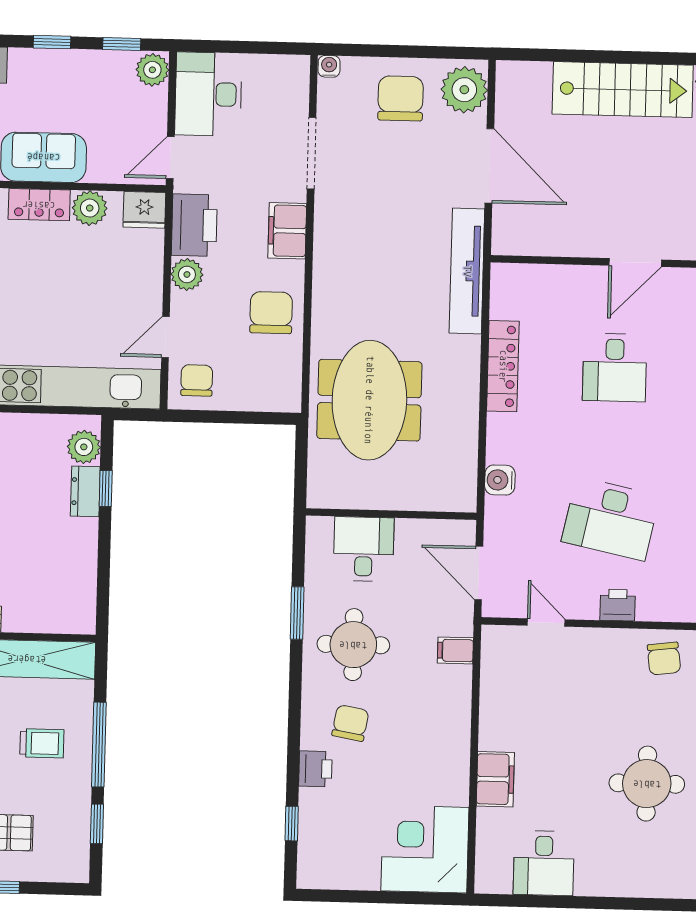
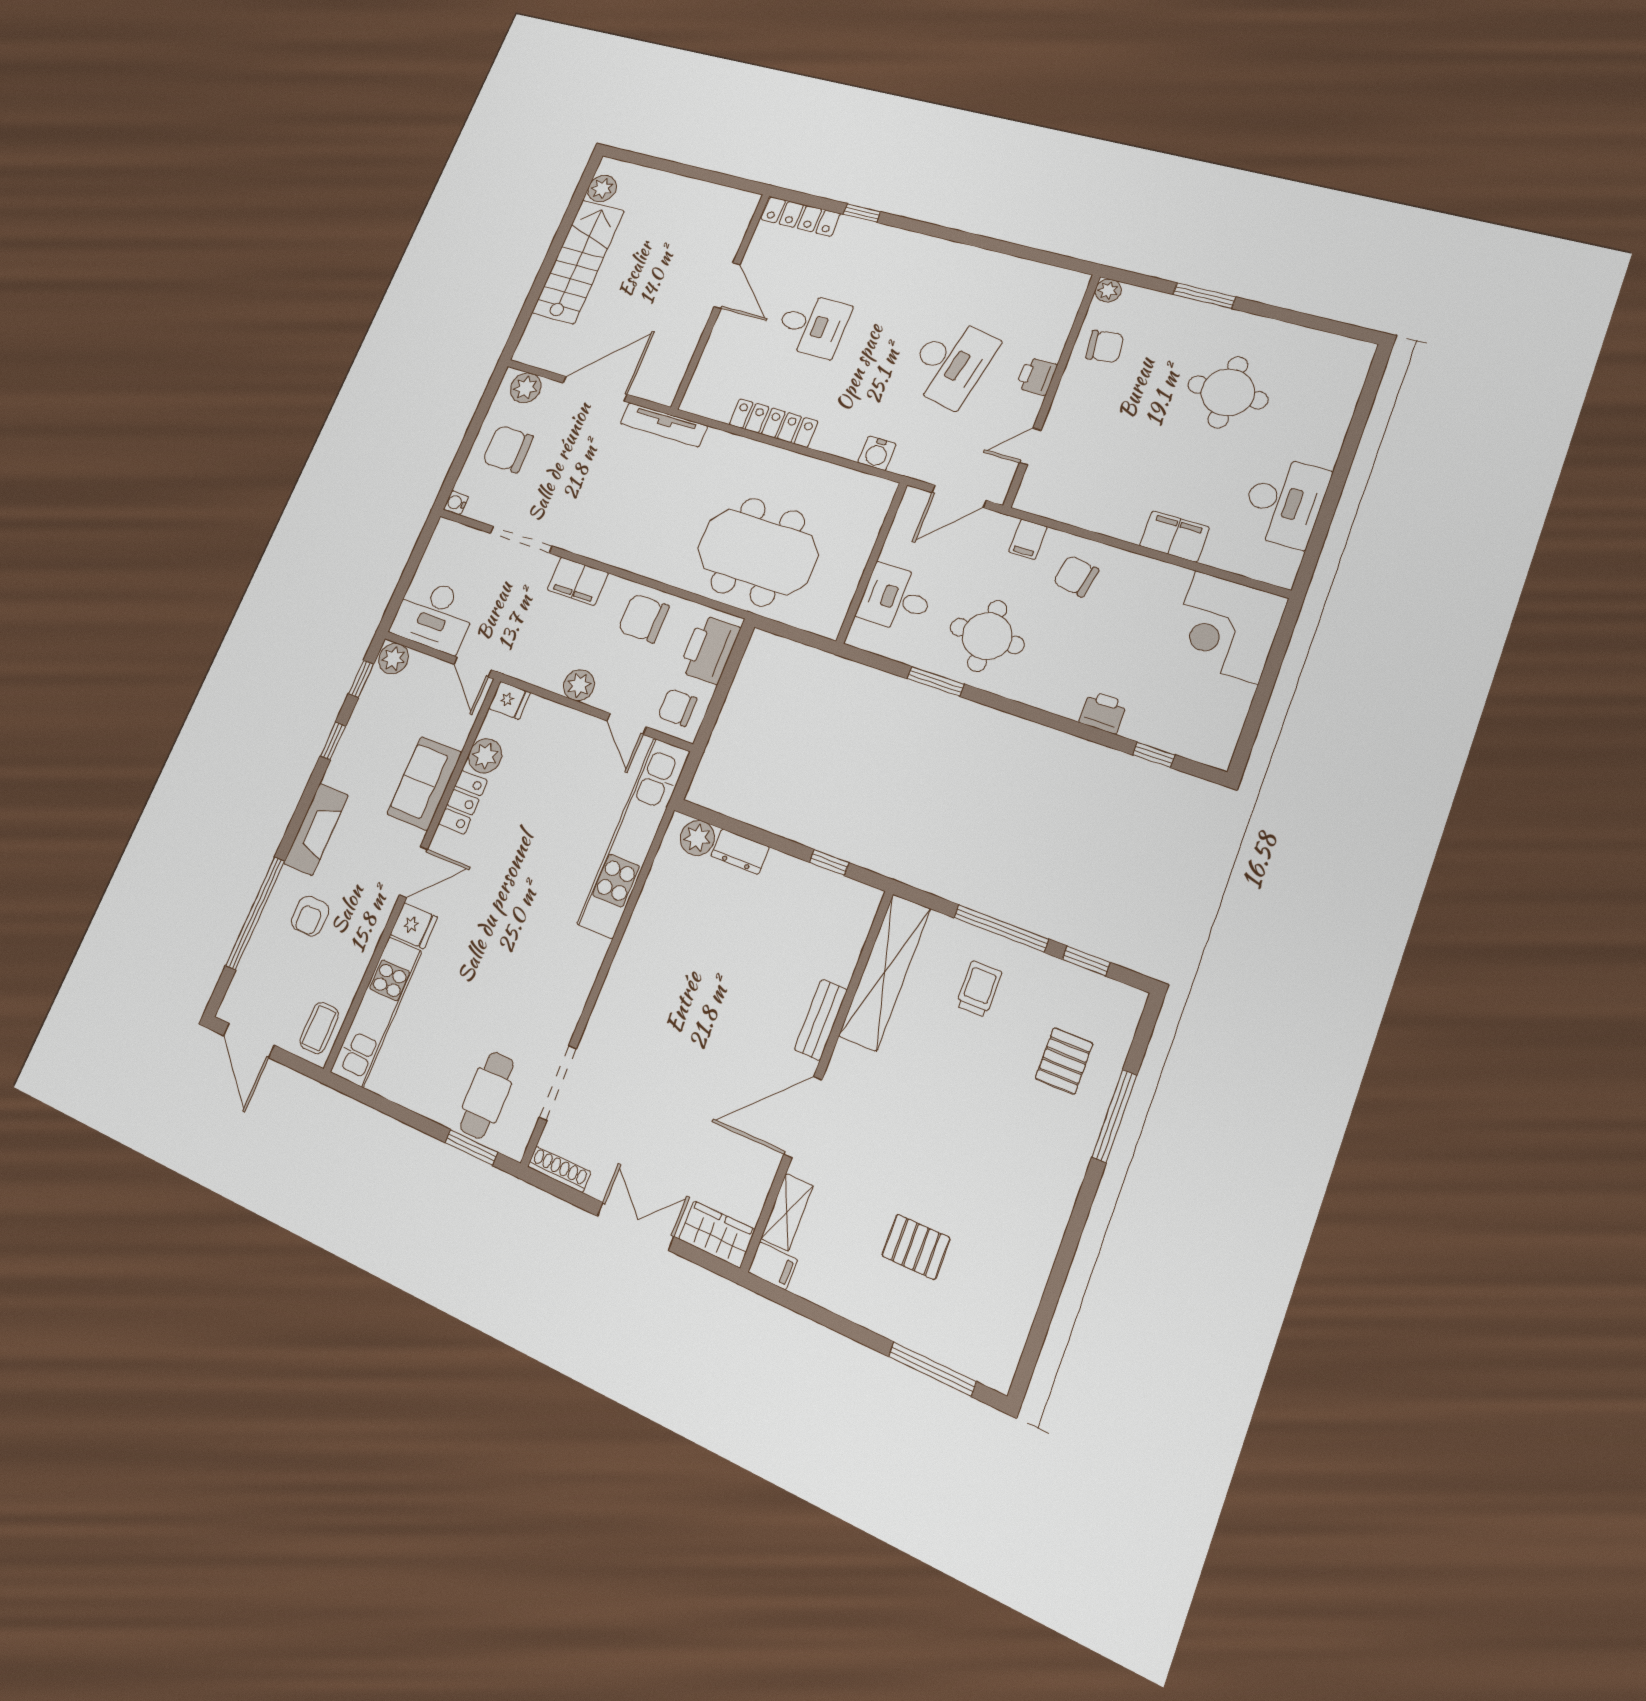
plant: (464, 90) -> (526, 388), width x0.73, depth x0.73
fridge: (144, 210) -> (509, 700), width x0.72
printer: (194, 225) -> (709, 649), moved, turned -90
tv unit: (467, 271) -> (664, 425), width x0.73, depth x0.78
window: (106, 489) -> (829, 863), moved
chair: (350, 723) -> (1076, 576), moved
desk: (544, 863) -> (1284, 502), width x1.37

